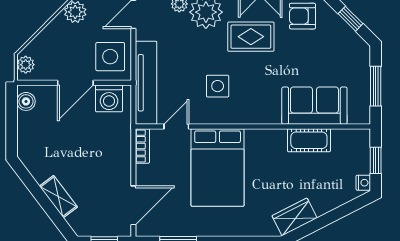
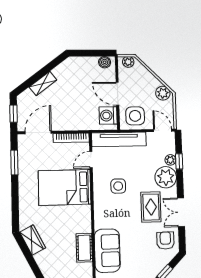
door: (176, 126) -> (91, 160), swing flipped
bookcase: (142, 146) -> (71, 138), width x1.56
door: (133, 205) -> (38, 132), swing flipped

